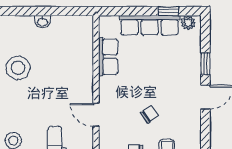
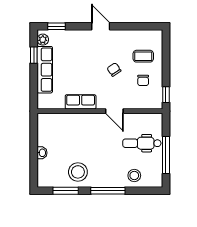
row of seats: (108, 57) -> (81, 102), moved
window: (205, 64) -> (57, 26), moved
door: (96, 115) -> (114, 111), hinge flipped

